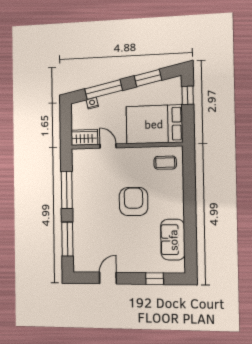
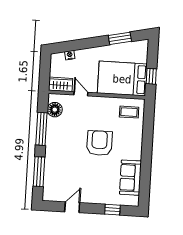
window: (104, 90) -> (81, 44), removed
window: (188, 95) -> (151, 76), moved
floor lamp: (80, 167) -> (55, 110), added

